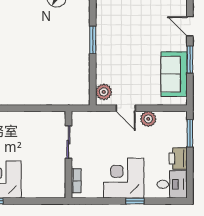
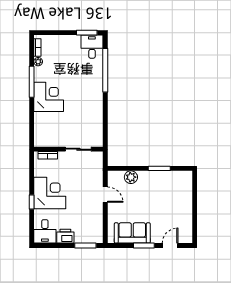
plant: (104, 92) -> (131, 177), moved
door: (126, 108) -> (105, 195), swing flipped
plant: (148, 119) -> (97, 213), removed

